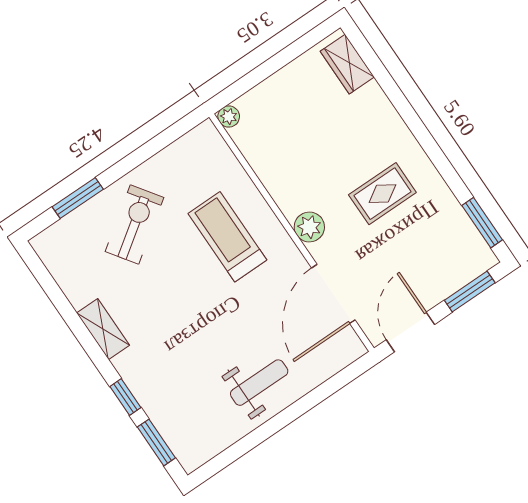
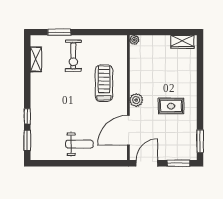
wardrobe: (347, 64) -> (182, 42), moved, turned -90
exercise bike: (135, 225) -> (73, 56), turned 125
shelving: (103, 329) -> (36, 59), moved

